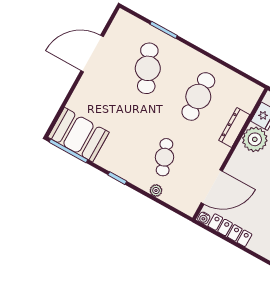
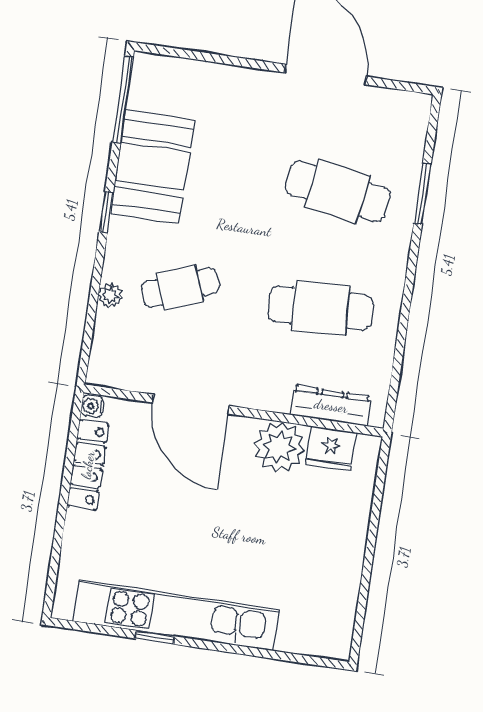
cafe table: (148, 68) -> (338, 191), turned 33
dresser: (234, 127) -> (331, 406), moved
booth: (79, 135) -> (152, 167), moved
door: (212, 187) -> (191, 404), moved

